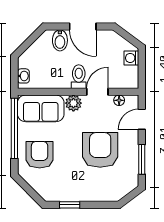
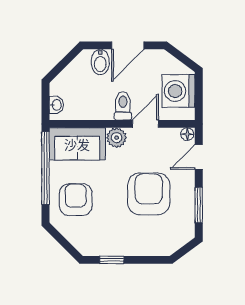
door: (83, 26) -> (128, 45), hinge flipped
washing machine: (131, 58) -> (178, 91), width x1.89, depth x1.89
floor lamp: (119, 100) -> (187, 134), moved

